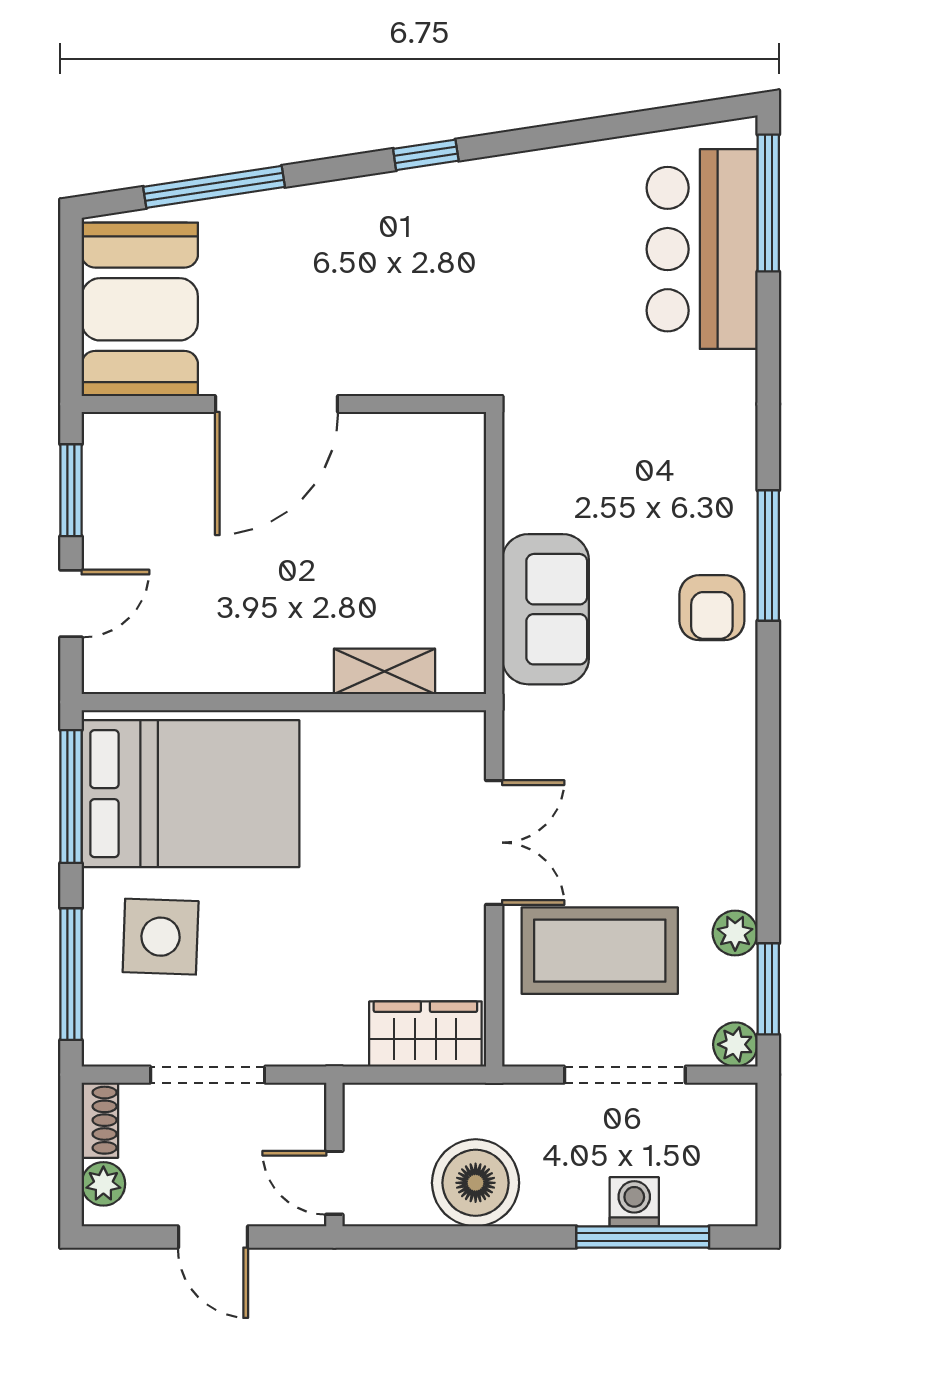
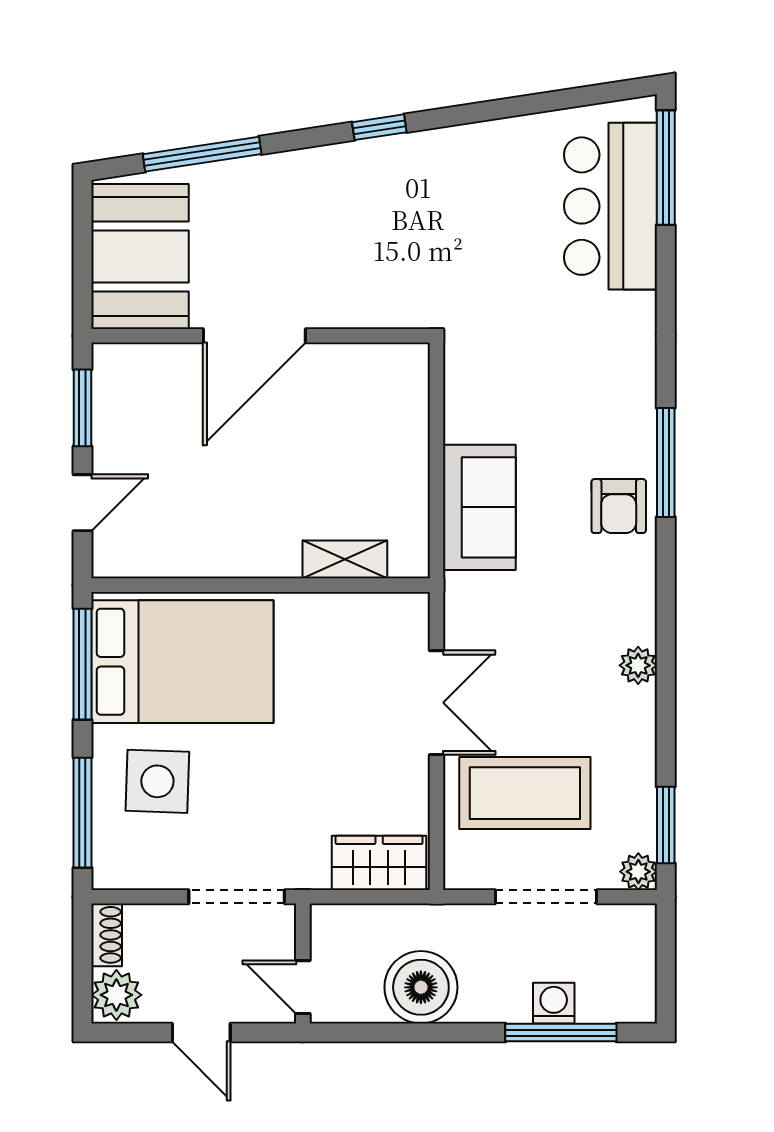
plant: (735, 933) -> (638, 665), moved
doorway: (208, 1075) -> (237, 897), moved
plant: (103, 1184) -> (116, 995), width x1.38, depth x1.38

